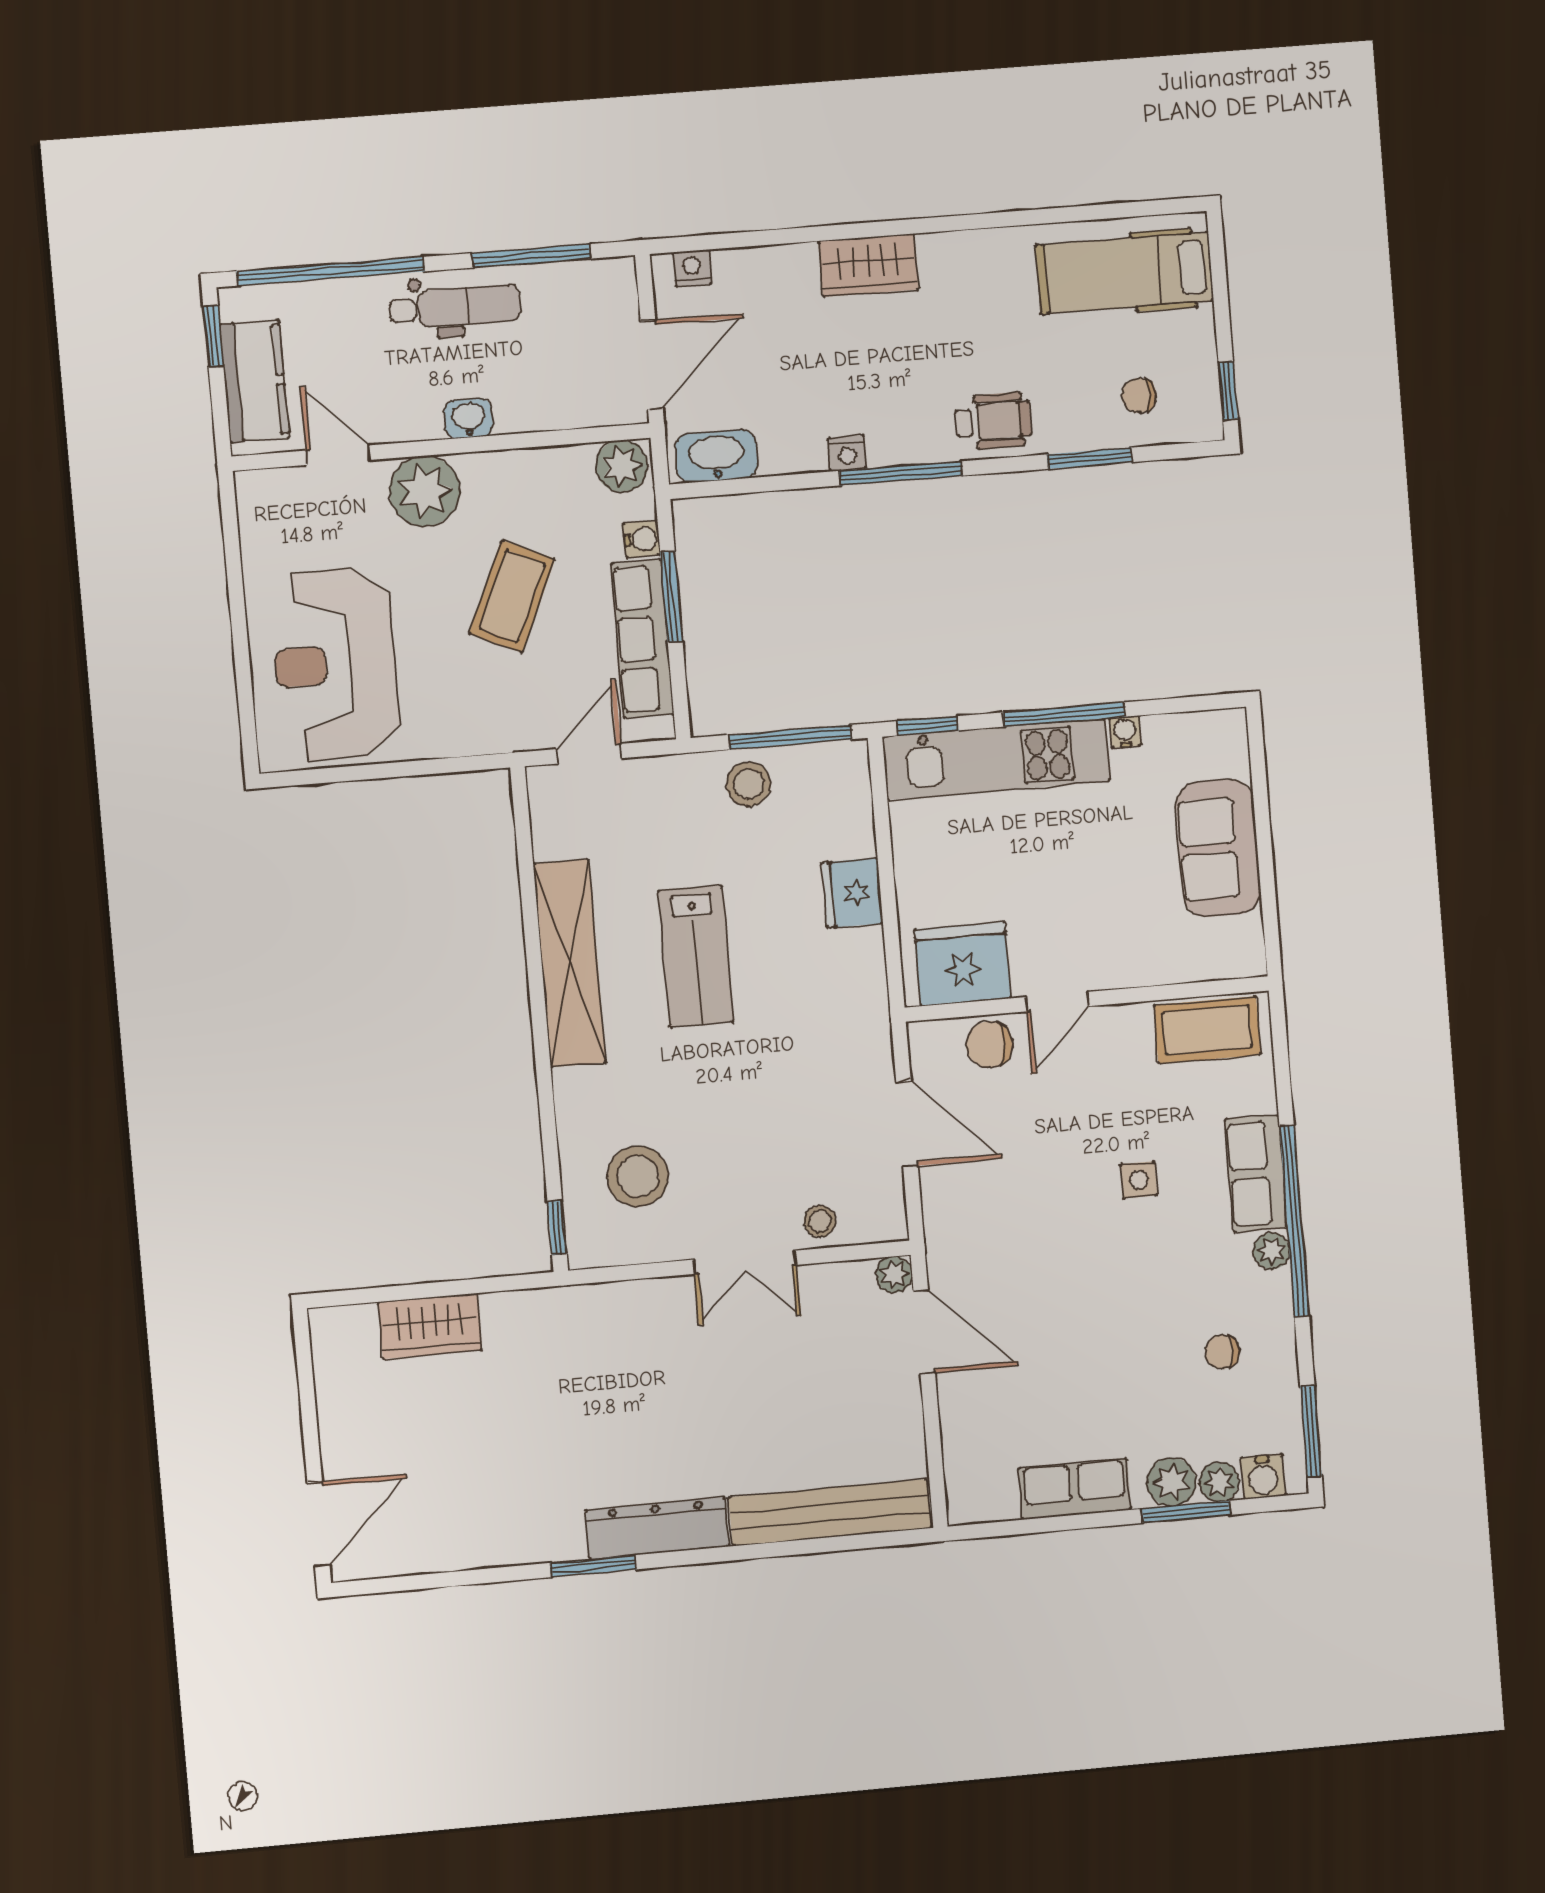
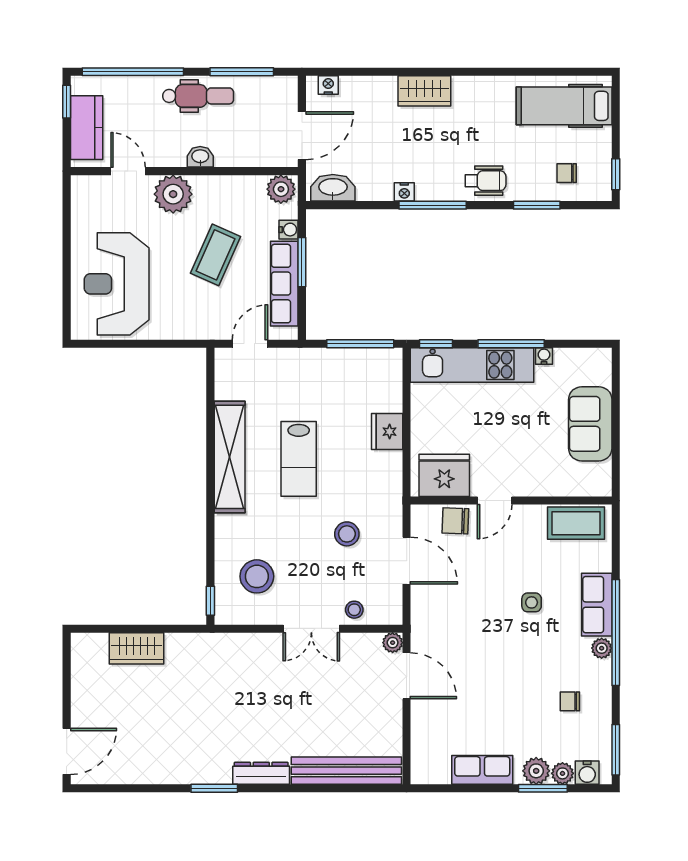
stool: (749, 784) -> (347, 534), moved
dresser: (657, 1528) -> (261, 773), width x0.73, depth x0.80

